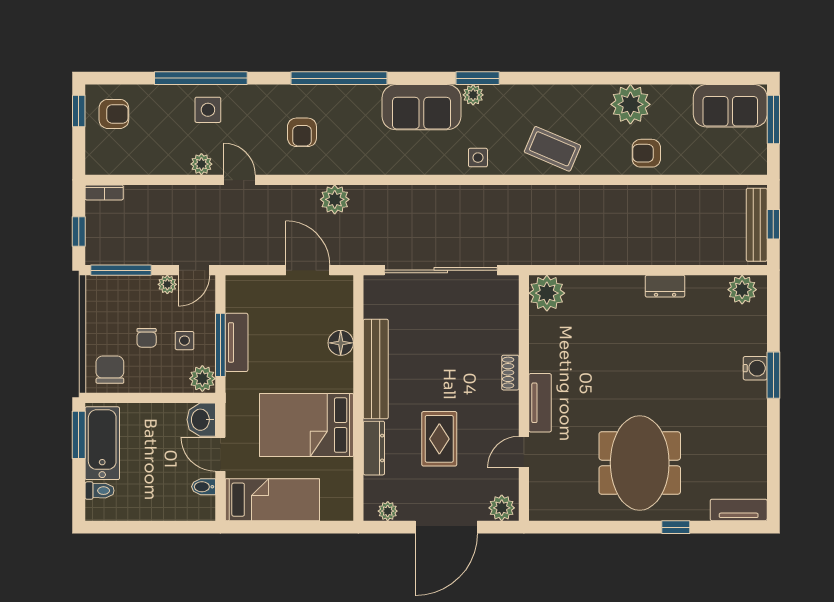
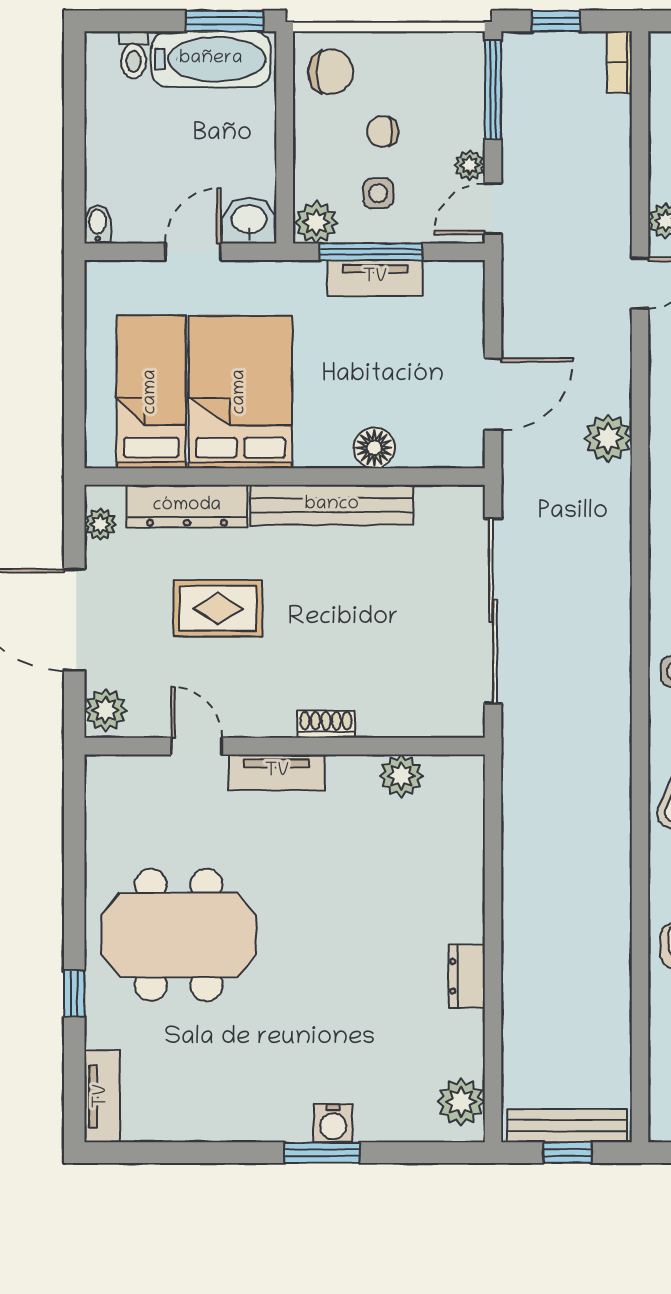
door: (194, 270) -> (493, 209), hinge flipped
plant: (547, 293) -> (401, 776), moved, width x0.73, depth x0.73
dresser: (374, 448) -> (187, 506), width x1.37, depth x1.24
bidet: (204, 487) -> (98, 224), moved
bed: (272, 500) -> (151, 392), moved, turned 180

